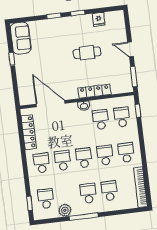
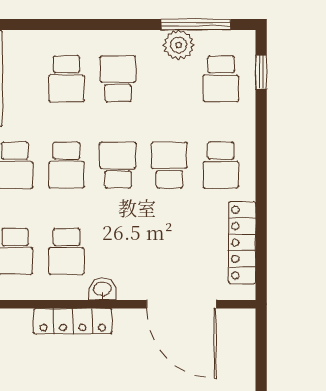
school desk: (84, 158) -> (118, 165), turned 180
school desk: (63, 160) -> (169, 165), turned 180
school desk: (88, 193) -> (118, 79), turned 180
window: (84, 217) -> (196, 24), moved

